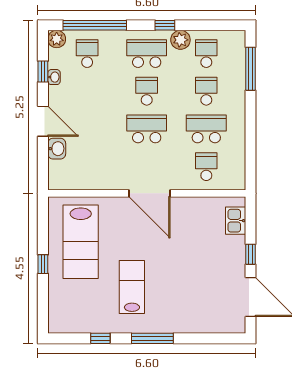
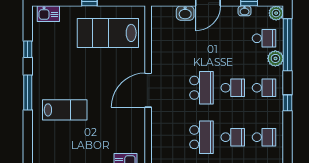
plant: (180, 40) -> (275, 58), moved
school desk: (147, 54) -> (264, 88), width x0.54
school desk: (206, 167) -> (170, 137), removed
lab bench: (132, 287) -> (65, 110), moved
kitchen sink: (57, 313) -> (48, 14), added

